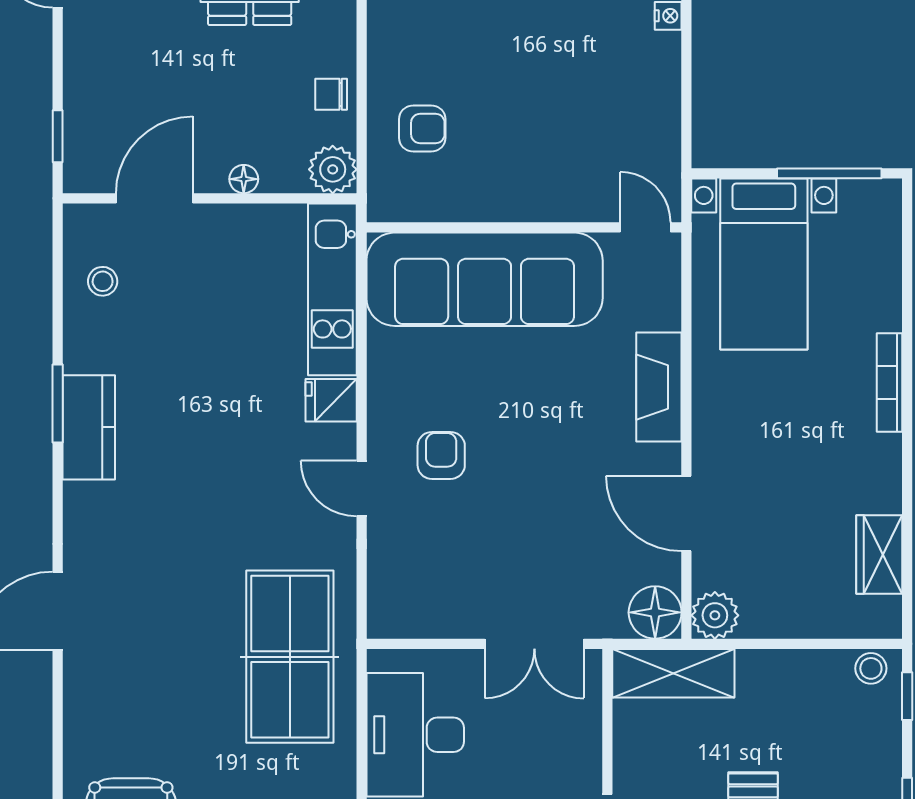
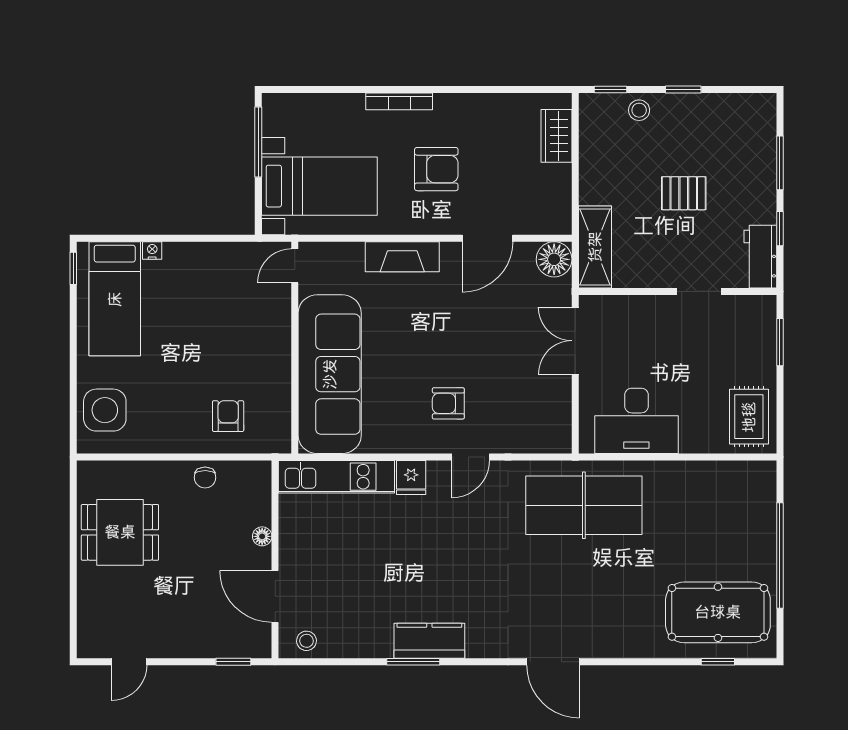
plant: (333, 169) -> (256, 476), removed
stool: (103, 281) -> (306, 641), moved
armchair: (789, 438) -> (436, 169), added
wardrobe: (879, 555) -> (556, 136), moved, turned 90
plant: (715, 615) -> (556, 219), removed
double door: (534, 644) -> (575, 341), swing flipped
stool: (871, 668) -> (639, 110), moved

